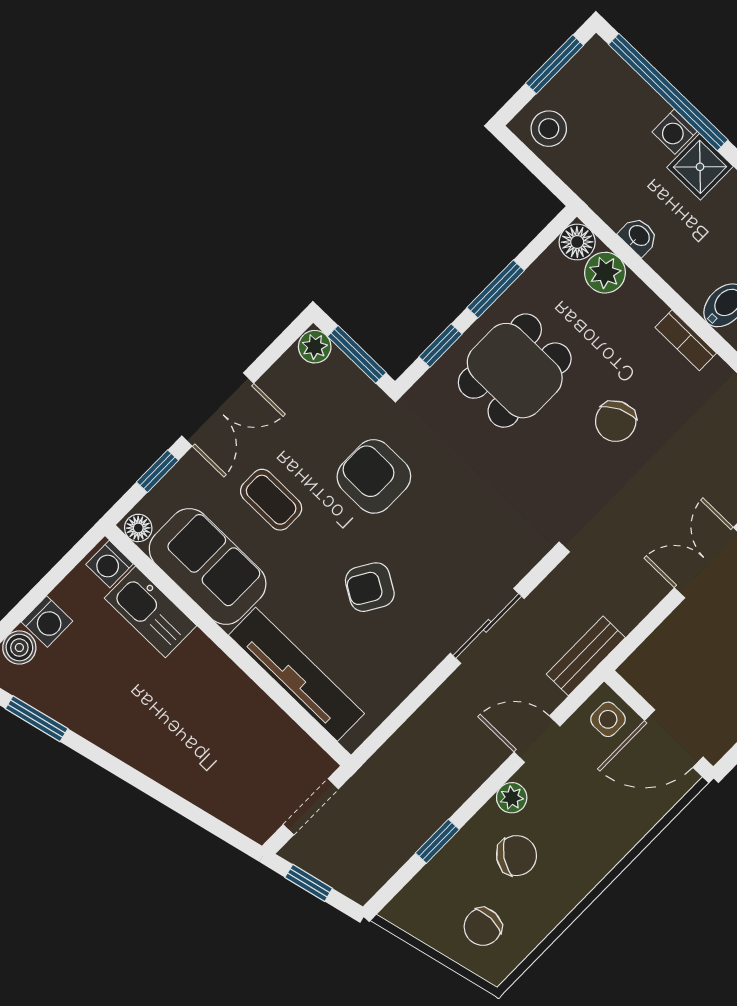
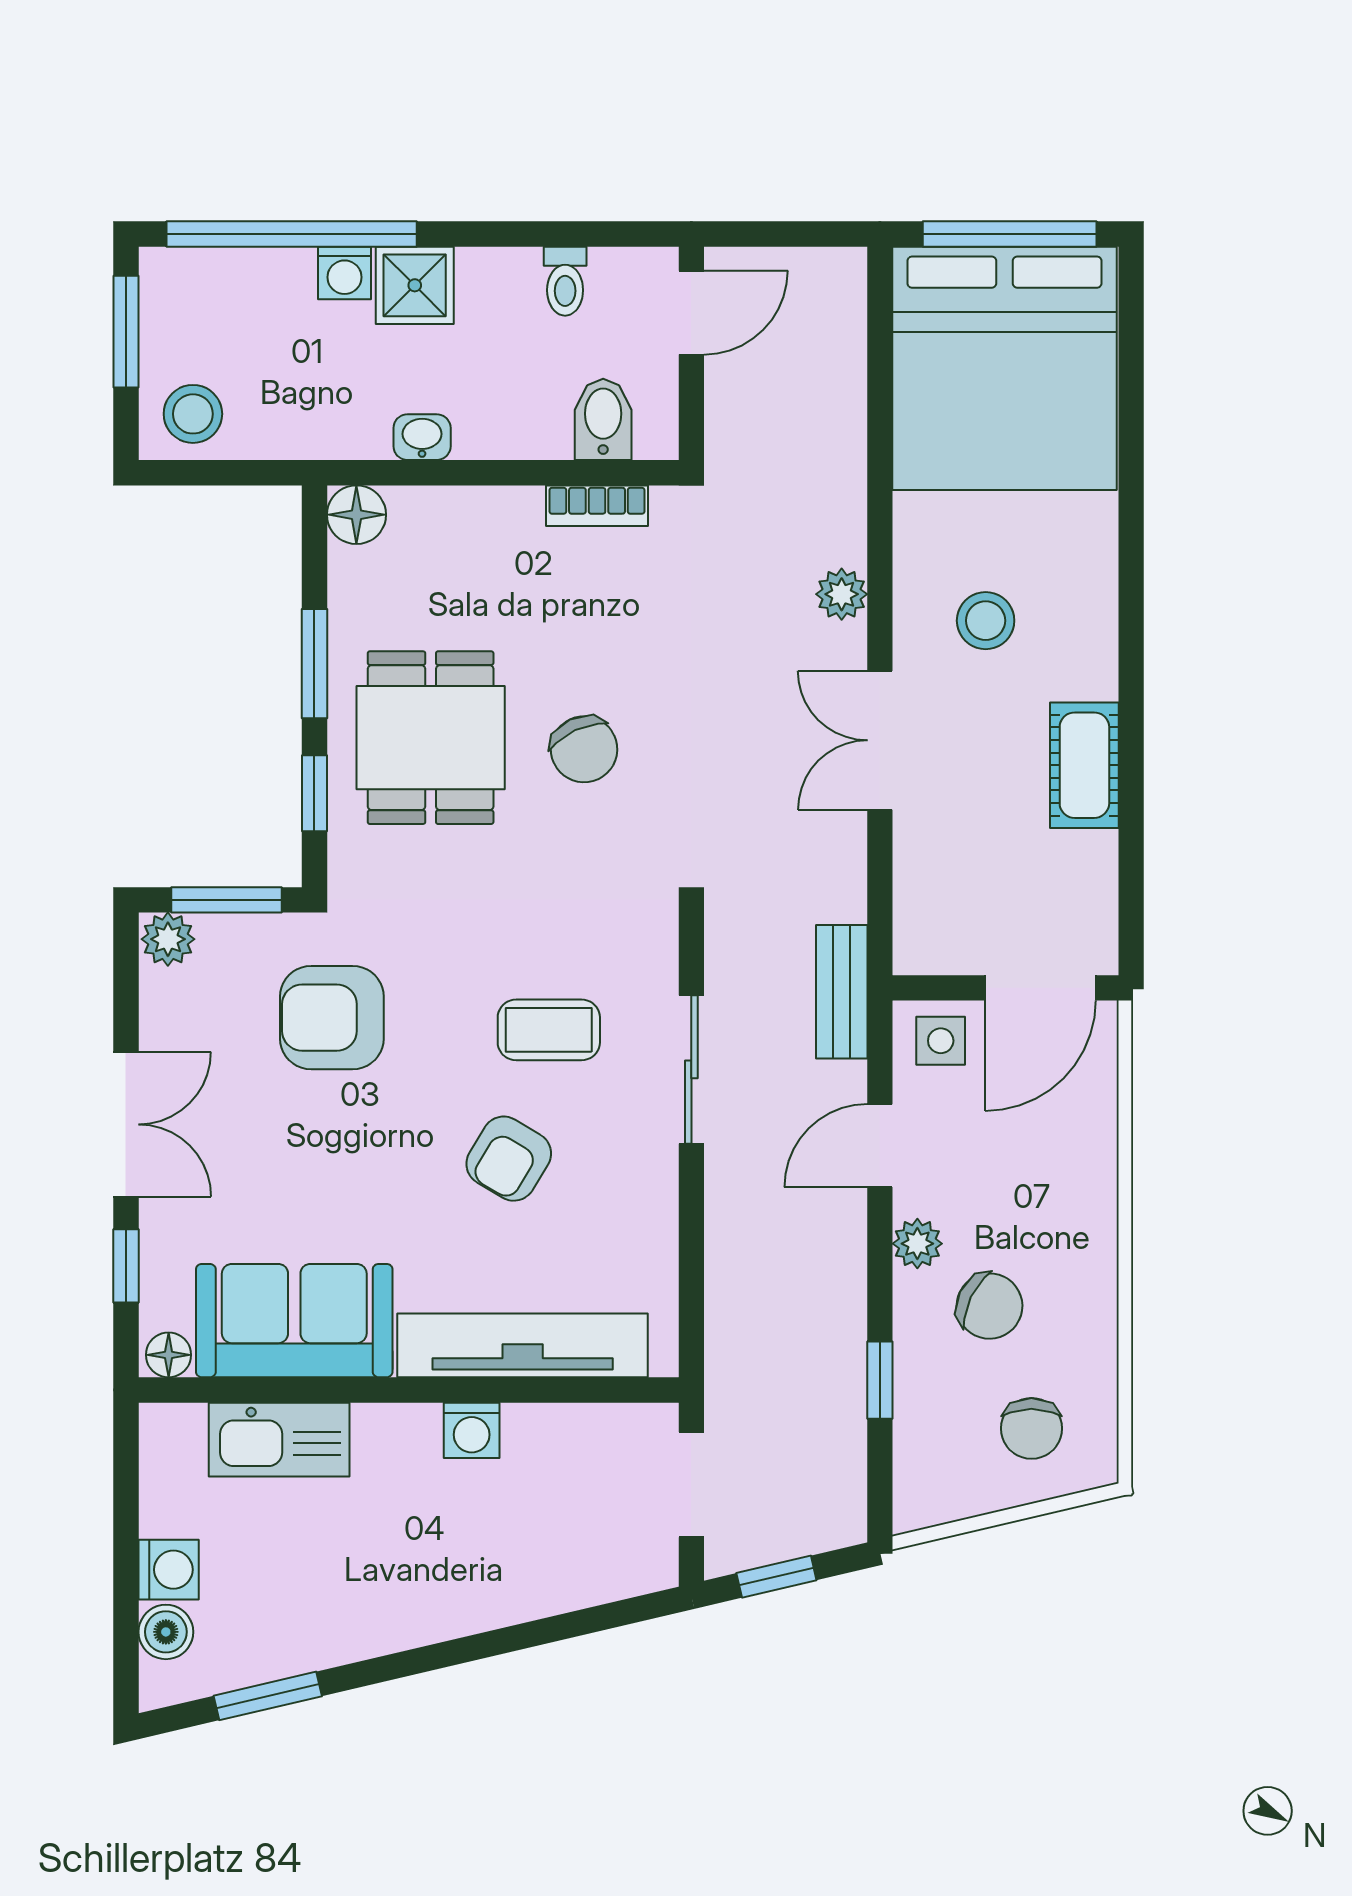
plant: (605, 273) -> (424, 519), removed
chair: (616, 421) -> (584, 749), moved
armchair: (374, 476) -> (332, 1018), moved
coffee table: (271, 500) -> (549, 1030), moved
washing machine: (110, 564) -> (472, 1430), moved
chair: (517, 856) -> (989, 1306), turned 81

